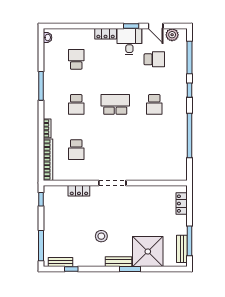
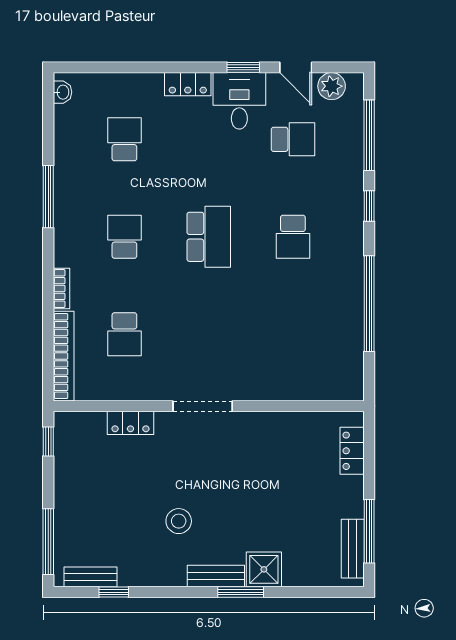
school desk: (76, 104) -> (124, 237), turned 180
school desk: (115, 104) -> (209, 237), turned 90
shower: (148, 252) -> (264, 569), width x0.54, depth x0.54

